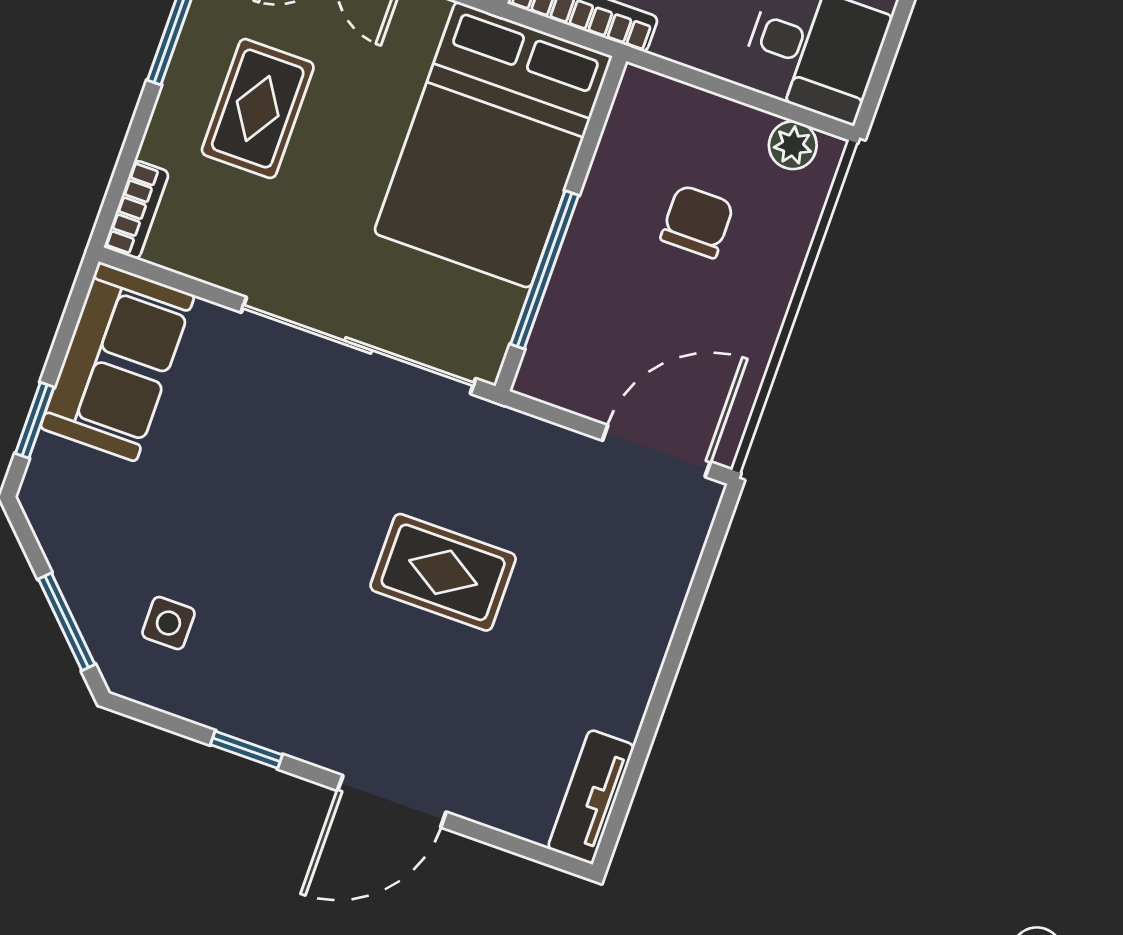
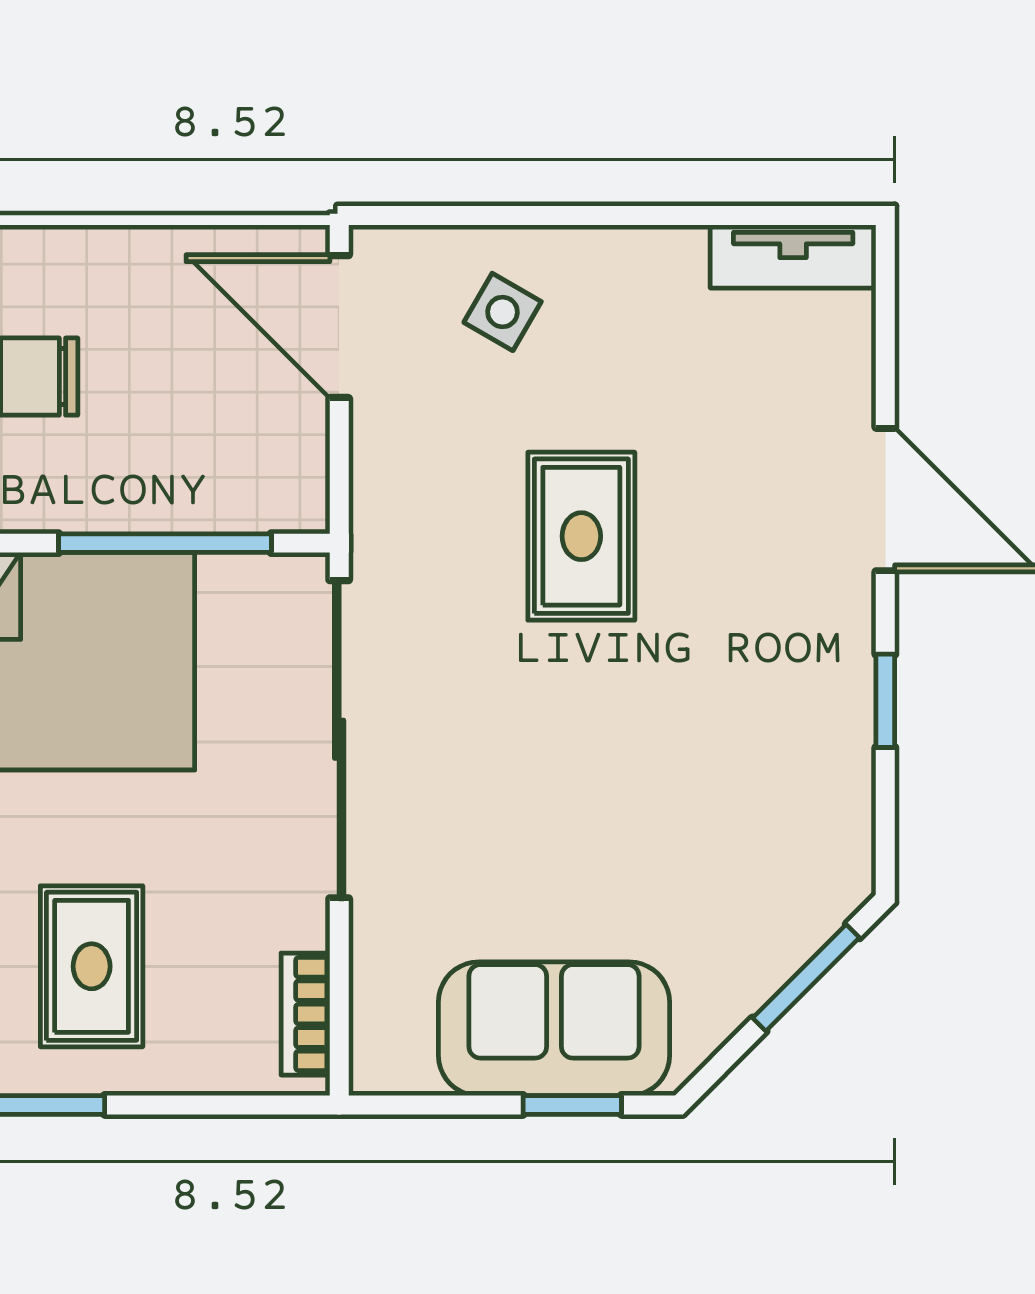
rug: (258, 109) -> (92, 966), turned 90
bookcase: (137, 210) -> (305, 1014), moved, turned -90
sofa: (117, 362) -> (554, 1029), moved
side table: (168, 623) -> (503, 312), moved, turned 30

